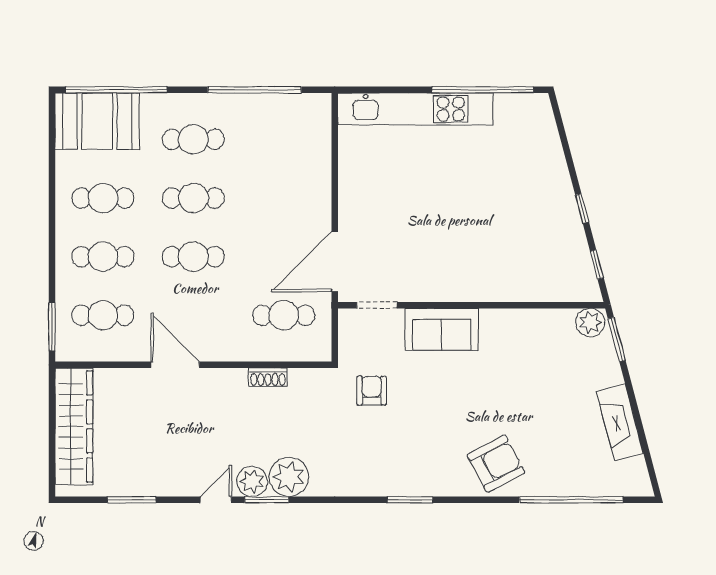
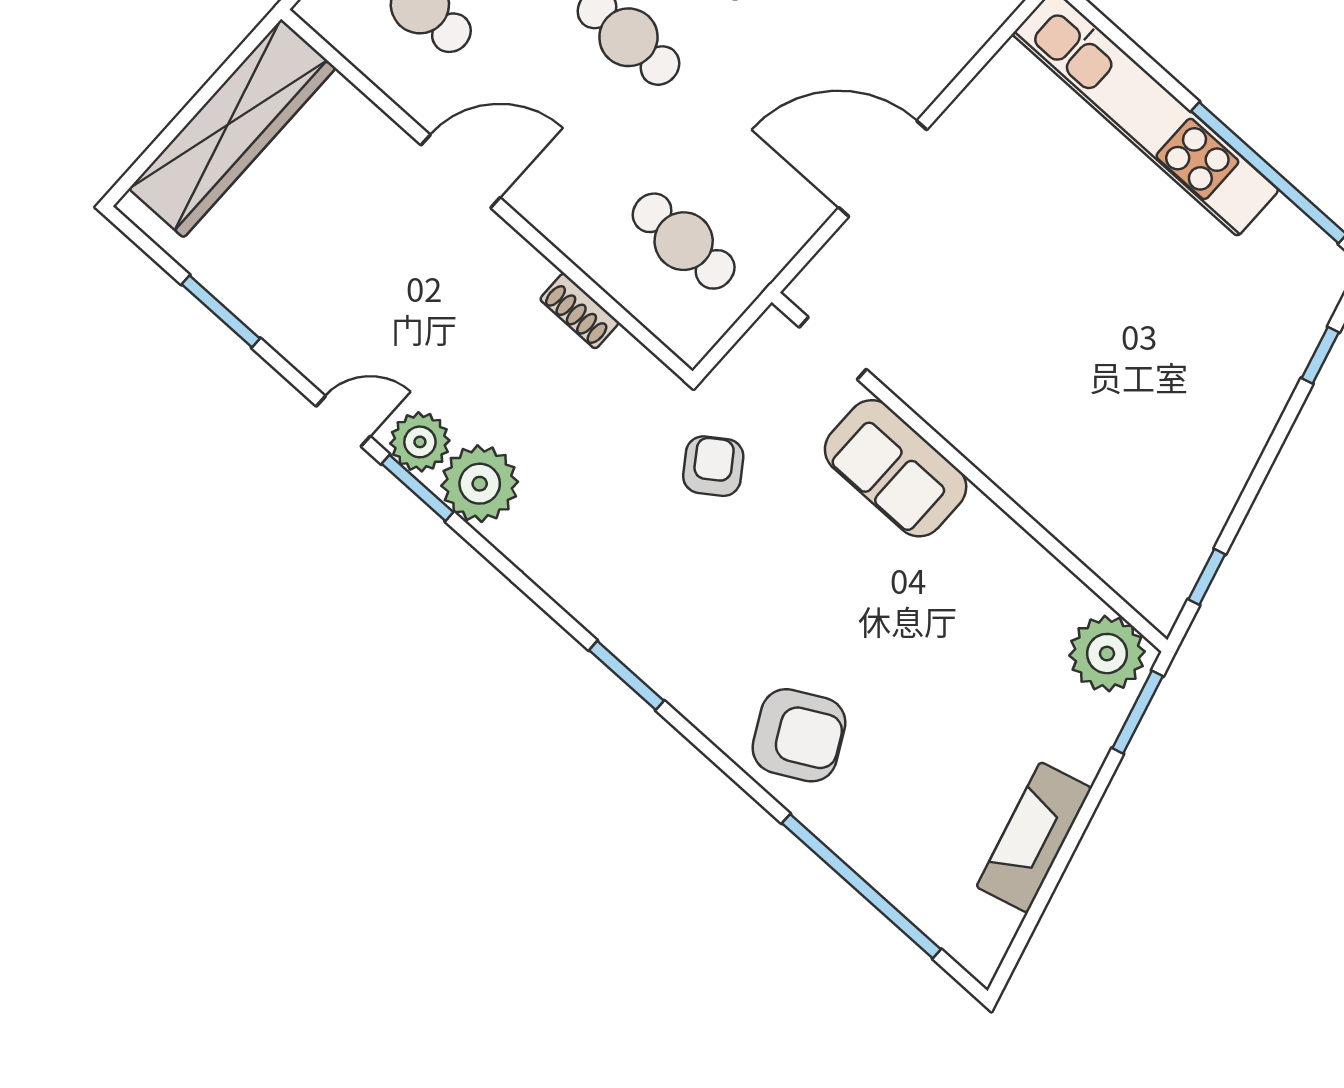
window: (582, 208) -> (1320, 355), moved
door: (335, 262) -> (883, 169), moved
plant: (590, 322) -> (1107, 654), width x1.36, depth x1.36
door: (175, 365) -> (460, 171), hinge flipped
armchair: (372, 391) -> (713, 466), turned -35

